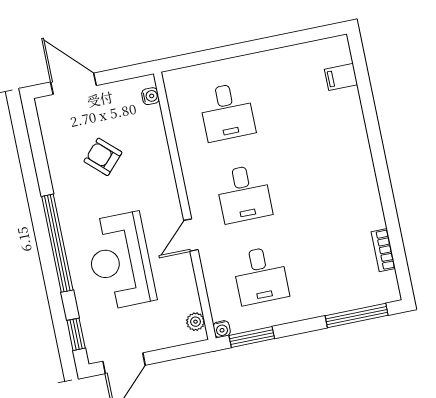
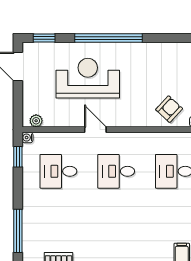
armchair: (103, 157) -> (169, 109), moved
window: (252, 337) -> (18, 157), width x0.67

